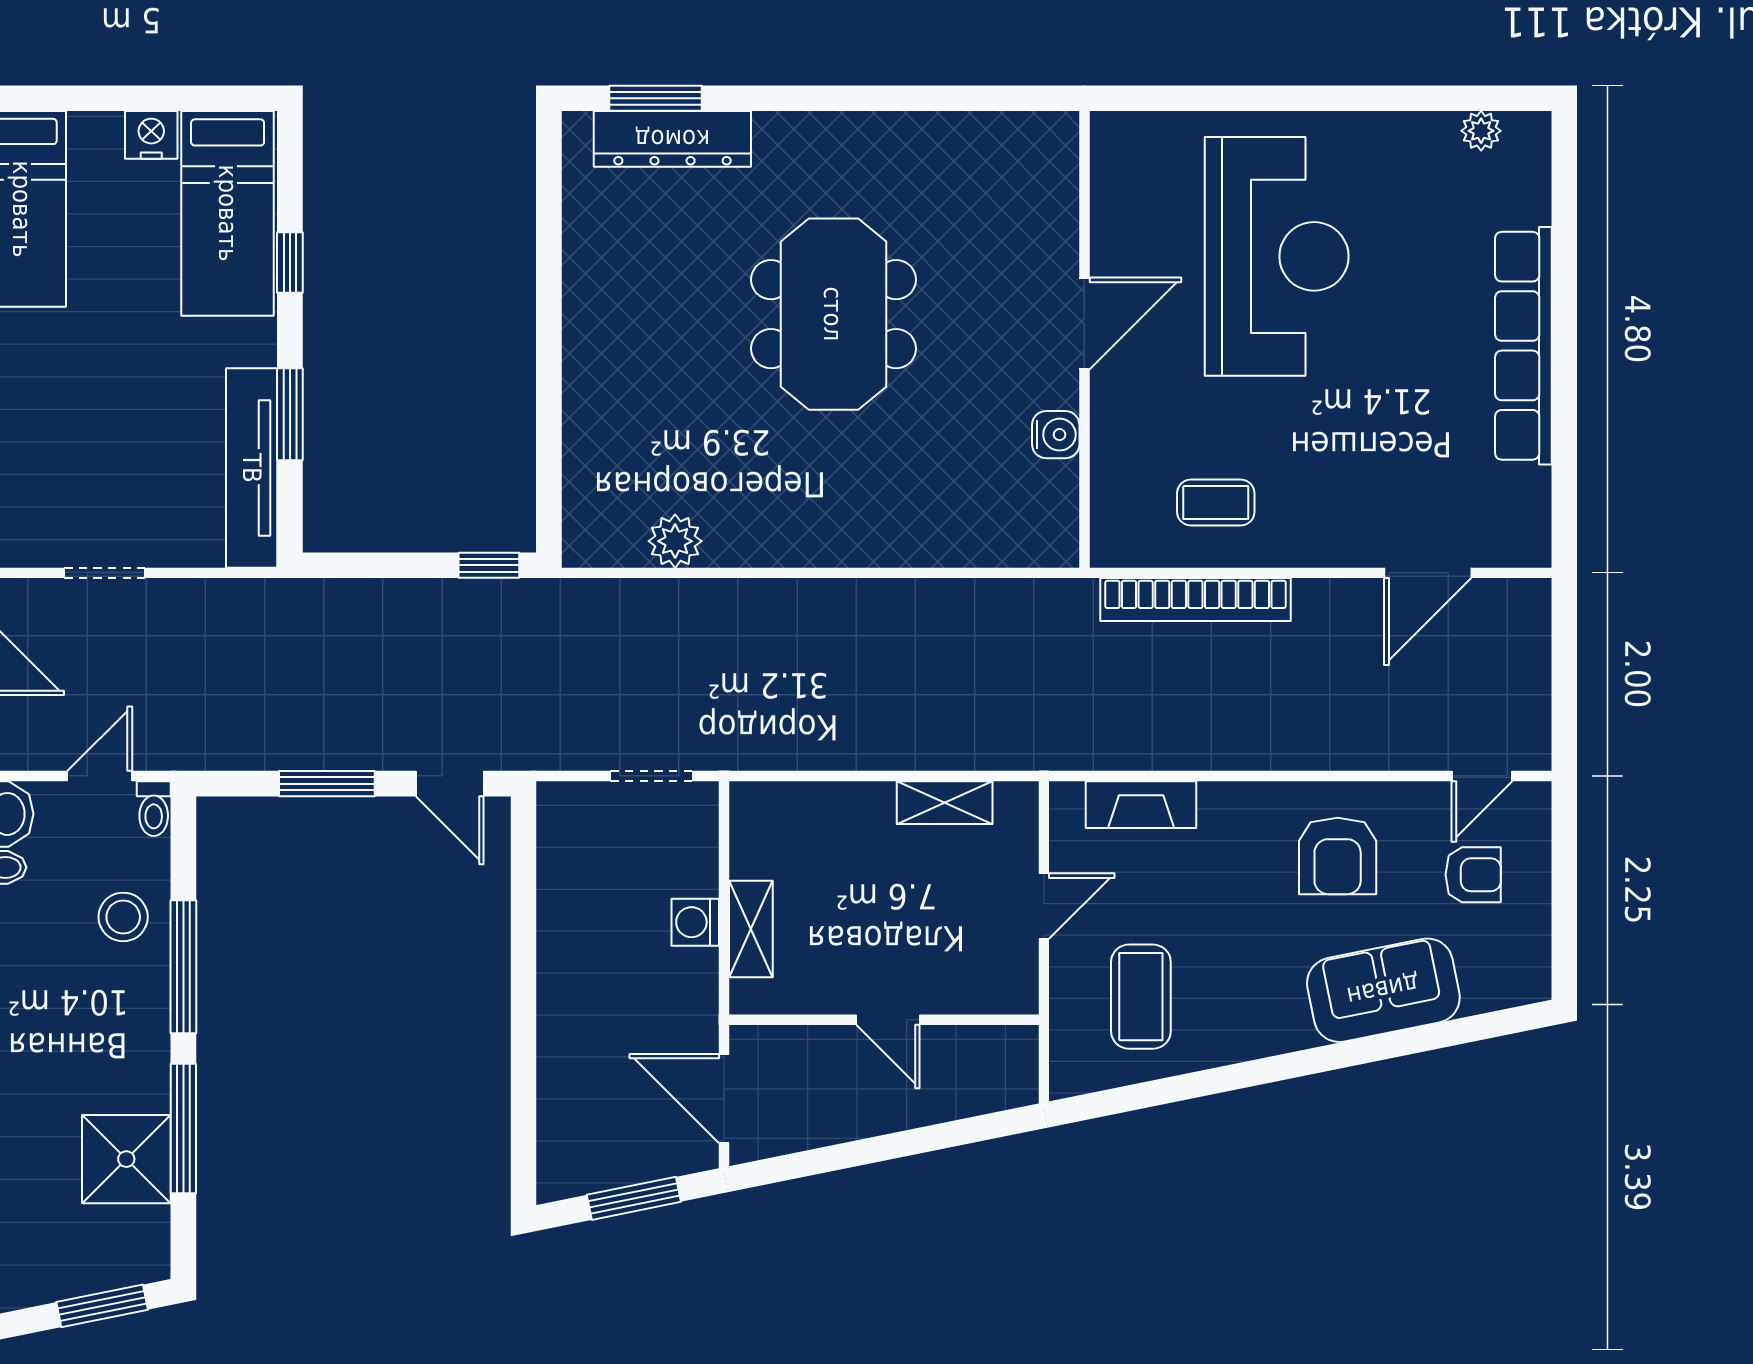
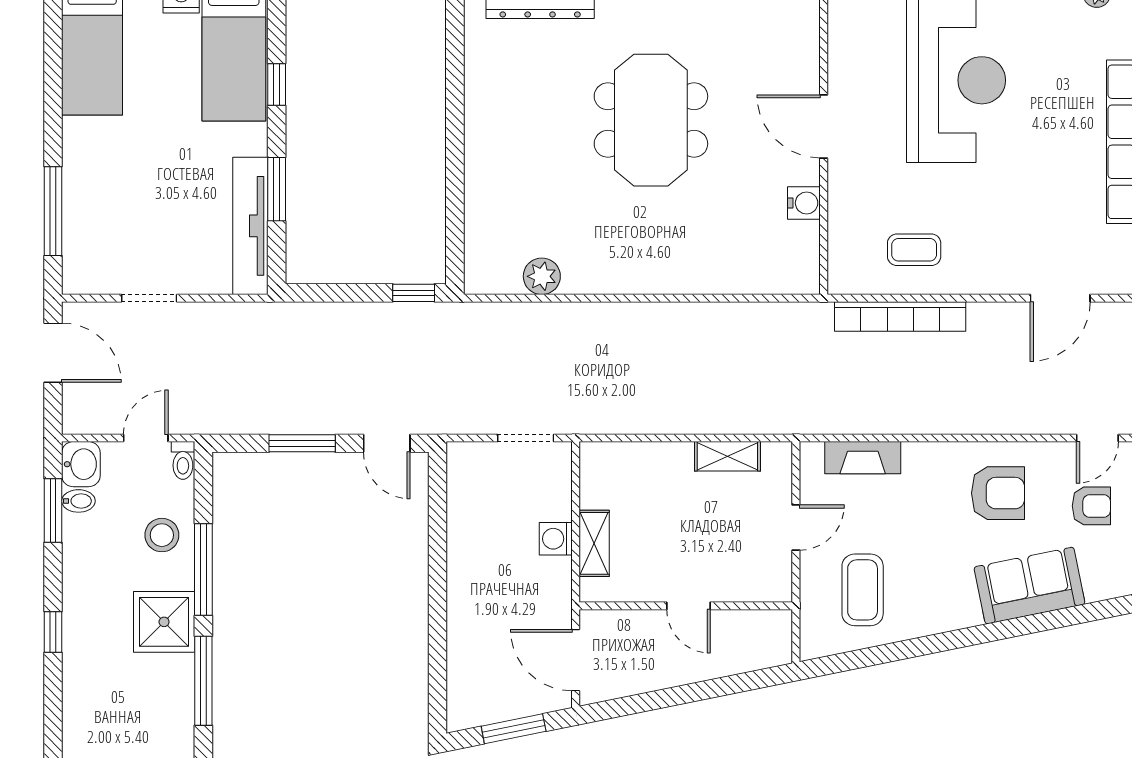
door: (1084, 323) -> (824, 126), swing flipped
armchair: (1338, 856) -> (998, 493), turned -90
shower: (126, 1159) -> (164, 622), moved

